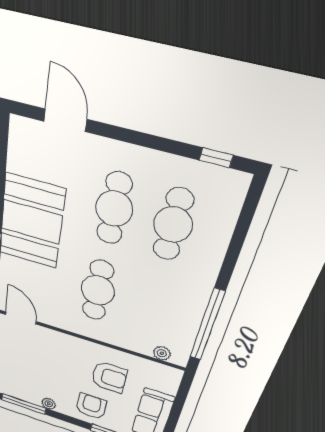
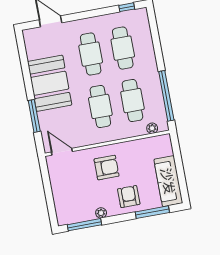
cafe table: (151, 306) -> (132, 101), added
armchair: (109, 377) -> (107, 168), moved

